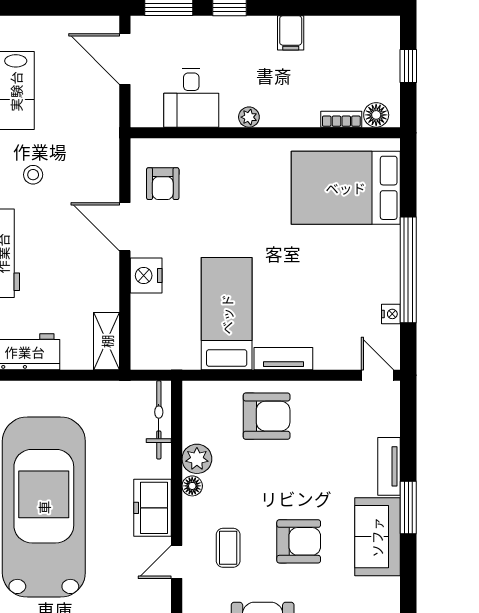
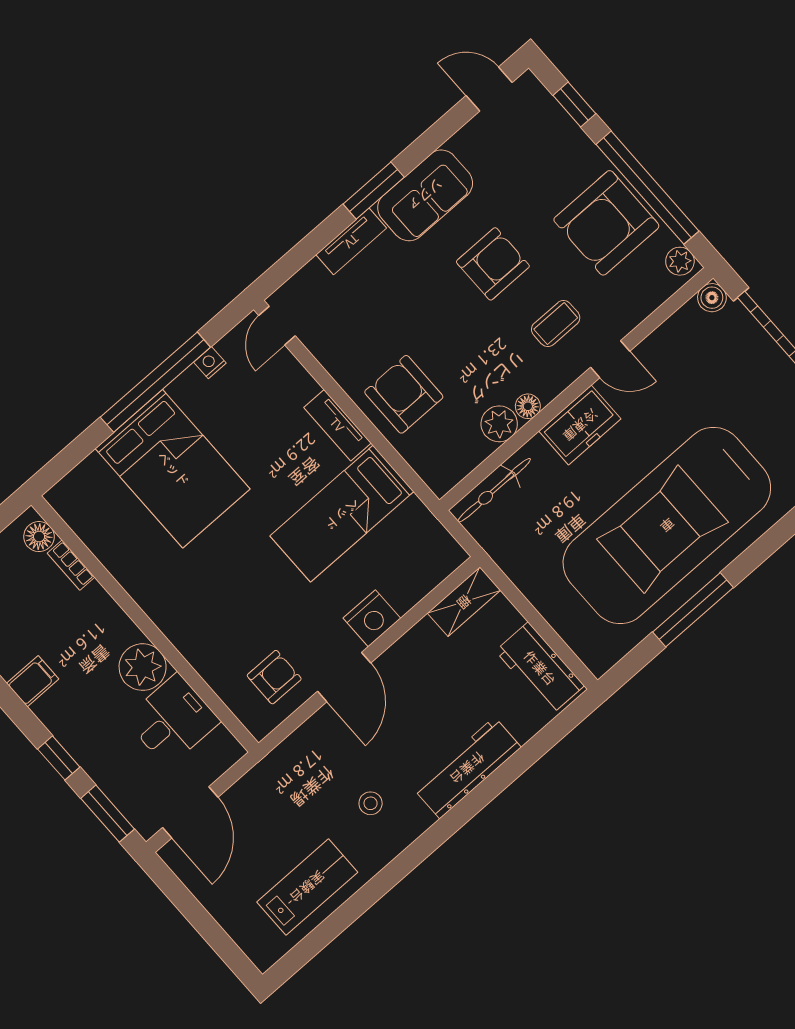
plant: (249, 117) -> (143, 667), width x1.88, depth x1.88
bed: (346, 188) -> (173, 469), moved
armchair: (299, 541) -> (493, 264), turned 90

